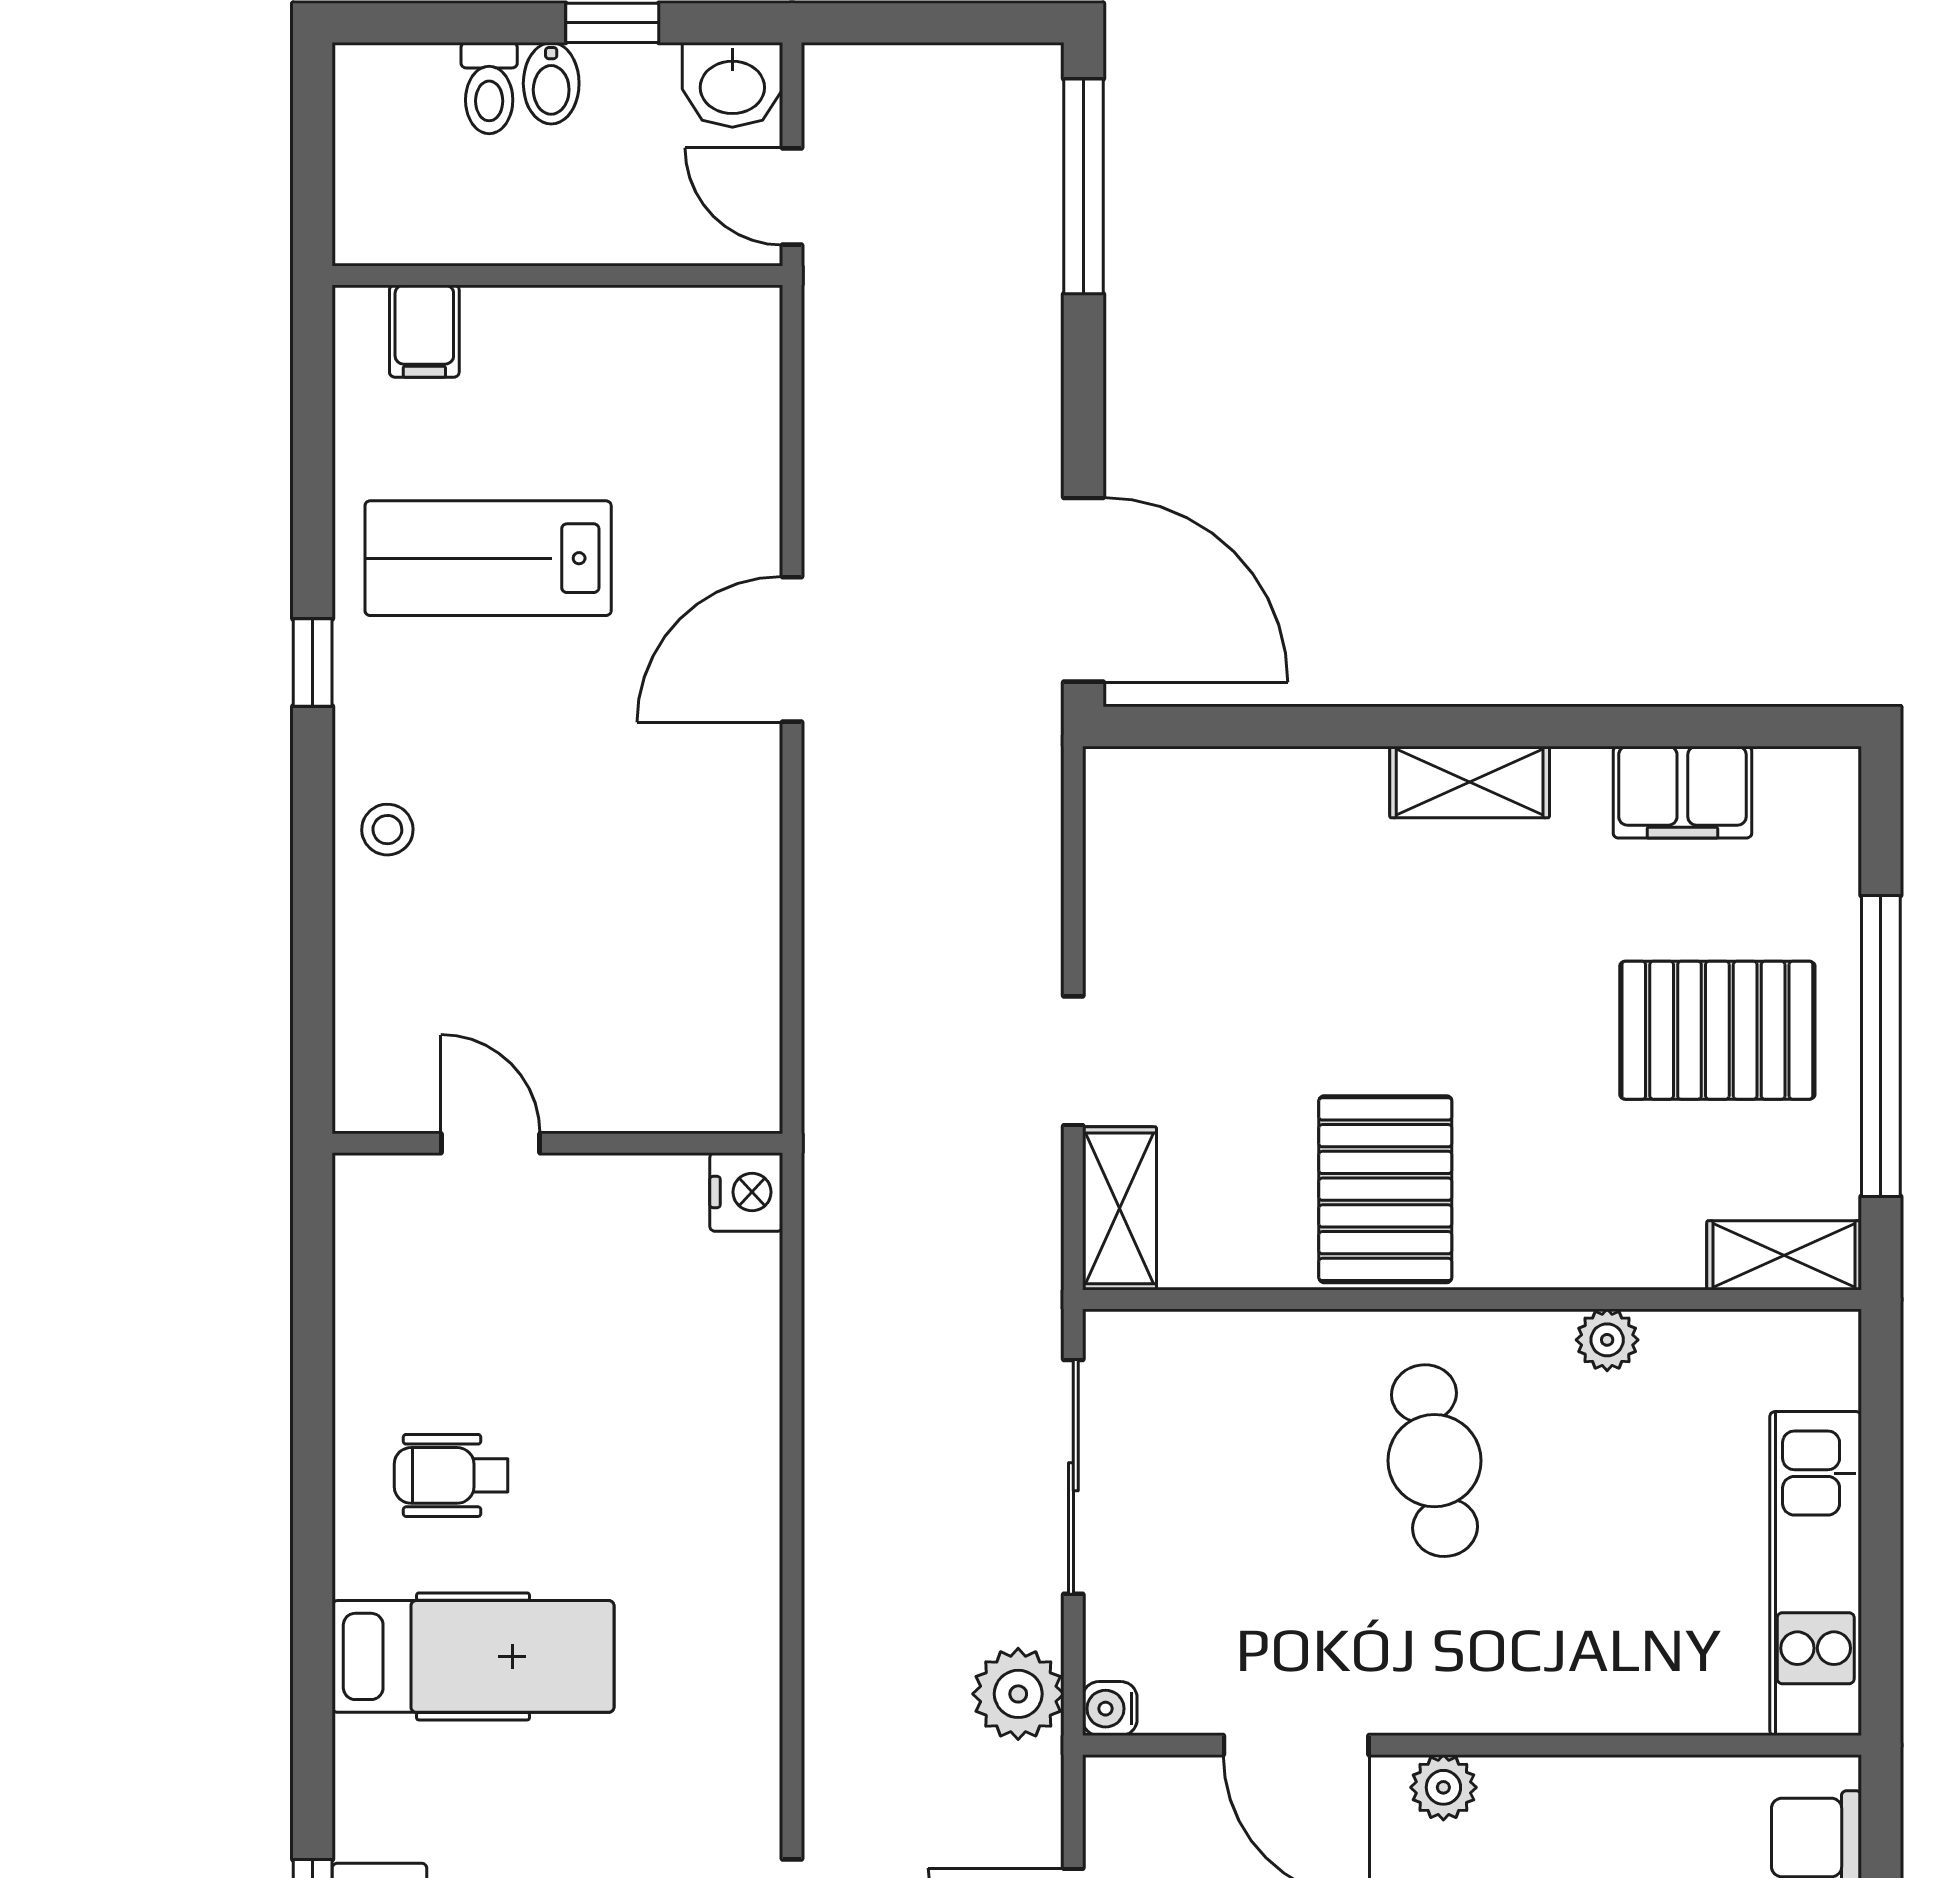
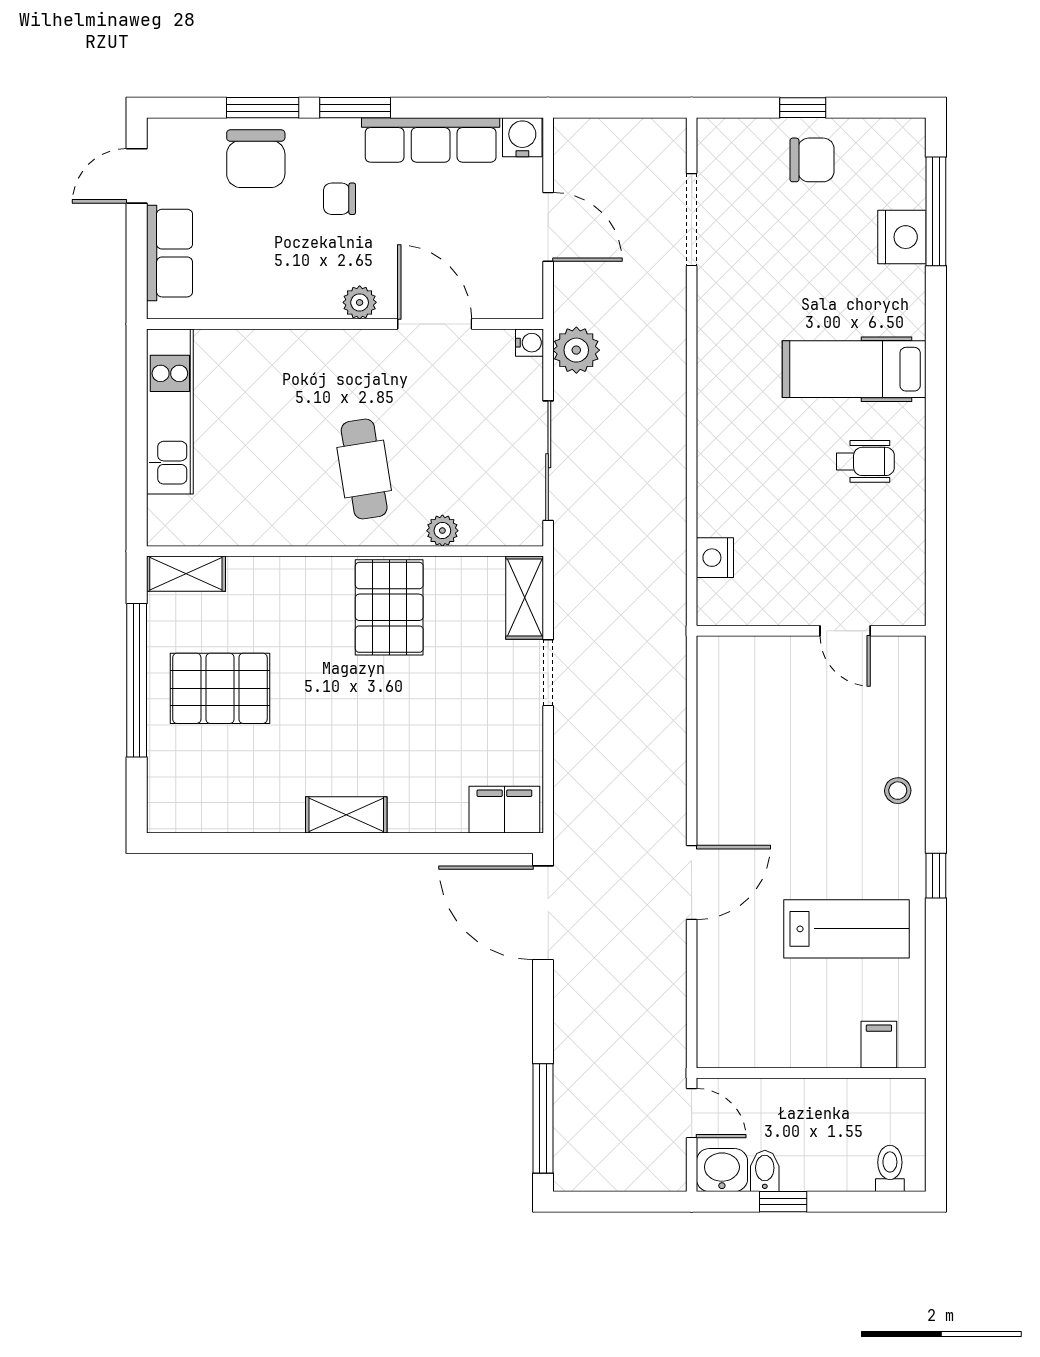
bidet: (551, 83) -> (765, 1171), moved
toilet: (489, 88) -> (890, 1168), moved
filing cabinet: (1682, 792) -> (504, 810), moved
nightstand: (746, 1192) -> (715, 558), moved
plant: (1607, 1340) -> (442, 531), moved

